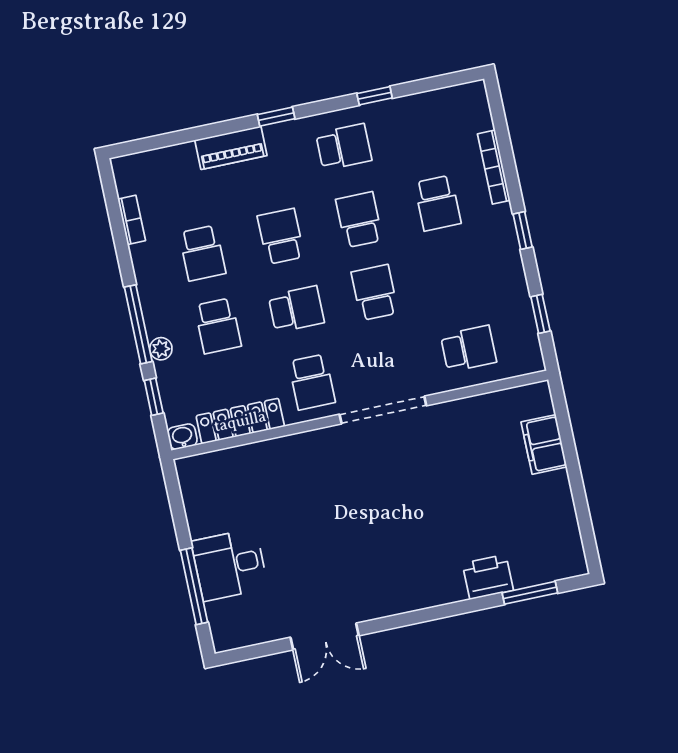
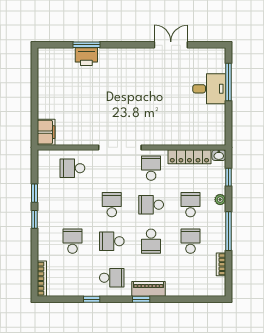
school desk: (344, 147) -> (112, 278), turned 180
piano: (231, 148) -> (148, 289), moved
bookcase: (494, 167) -> (42, 279), moved
school desk: (359, 220) -> (112, 241), turned 90
school desk: (375, 293) -> (112, 205), turned 180
window: (540, 314) -> (34, 193), moved
window: (138, 324) -> (228, 231), moved
filing cabinet: (544, 444) -> (46, 132), moved
window: (530, 593) -> (86, 45), moved

